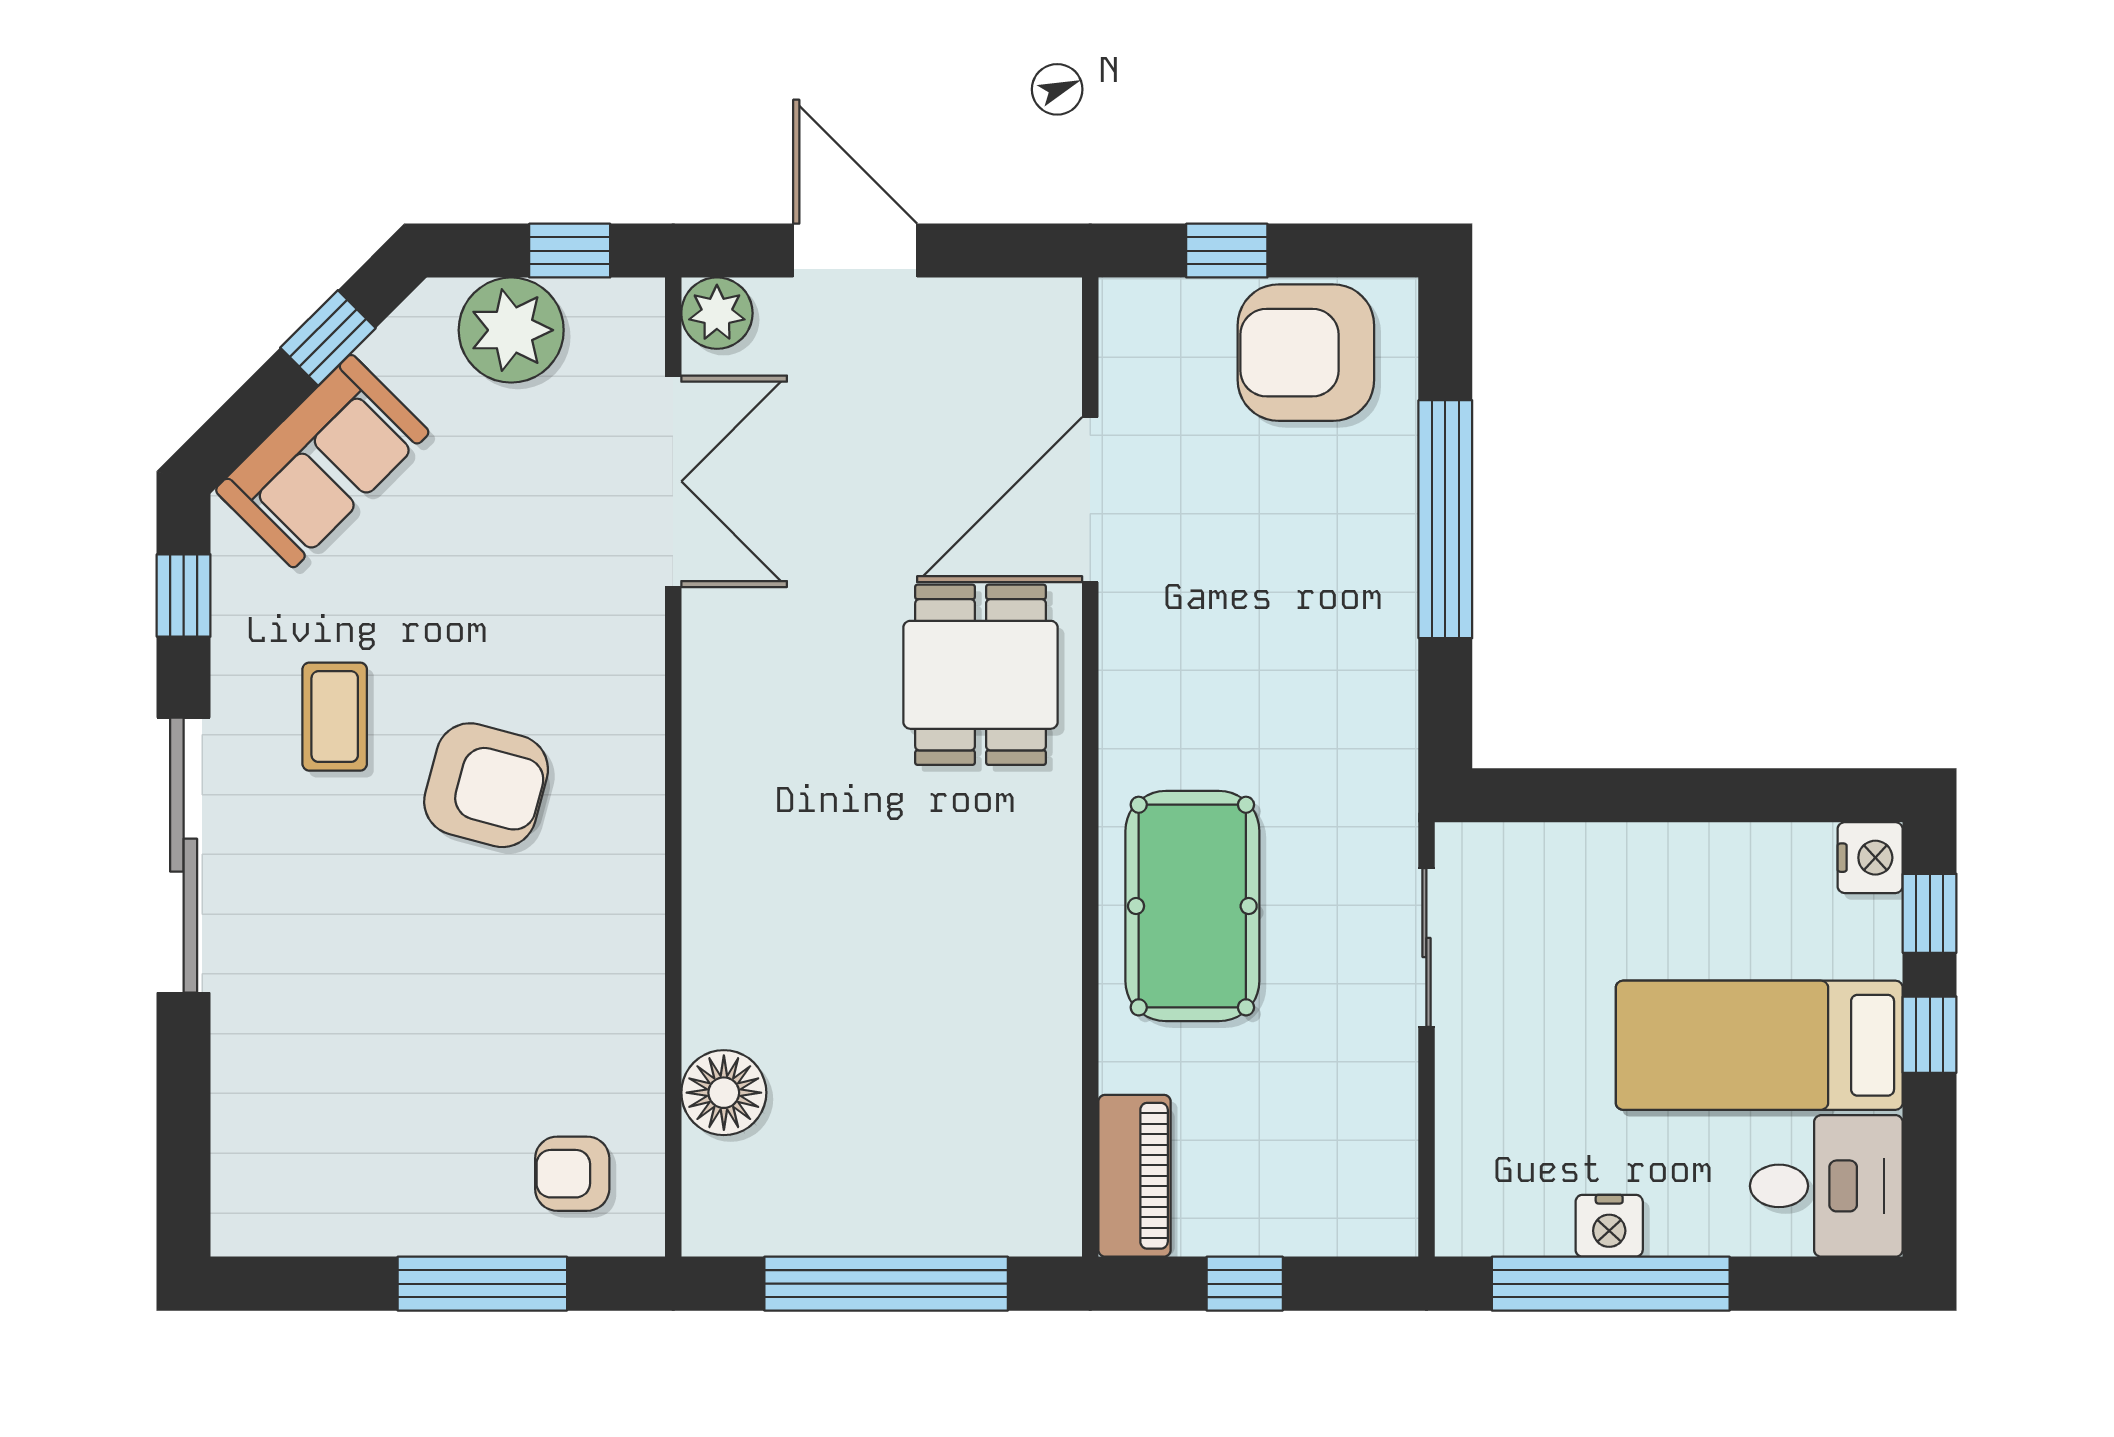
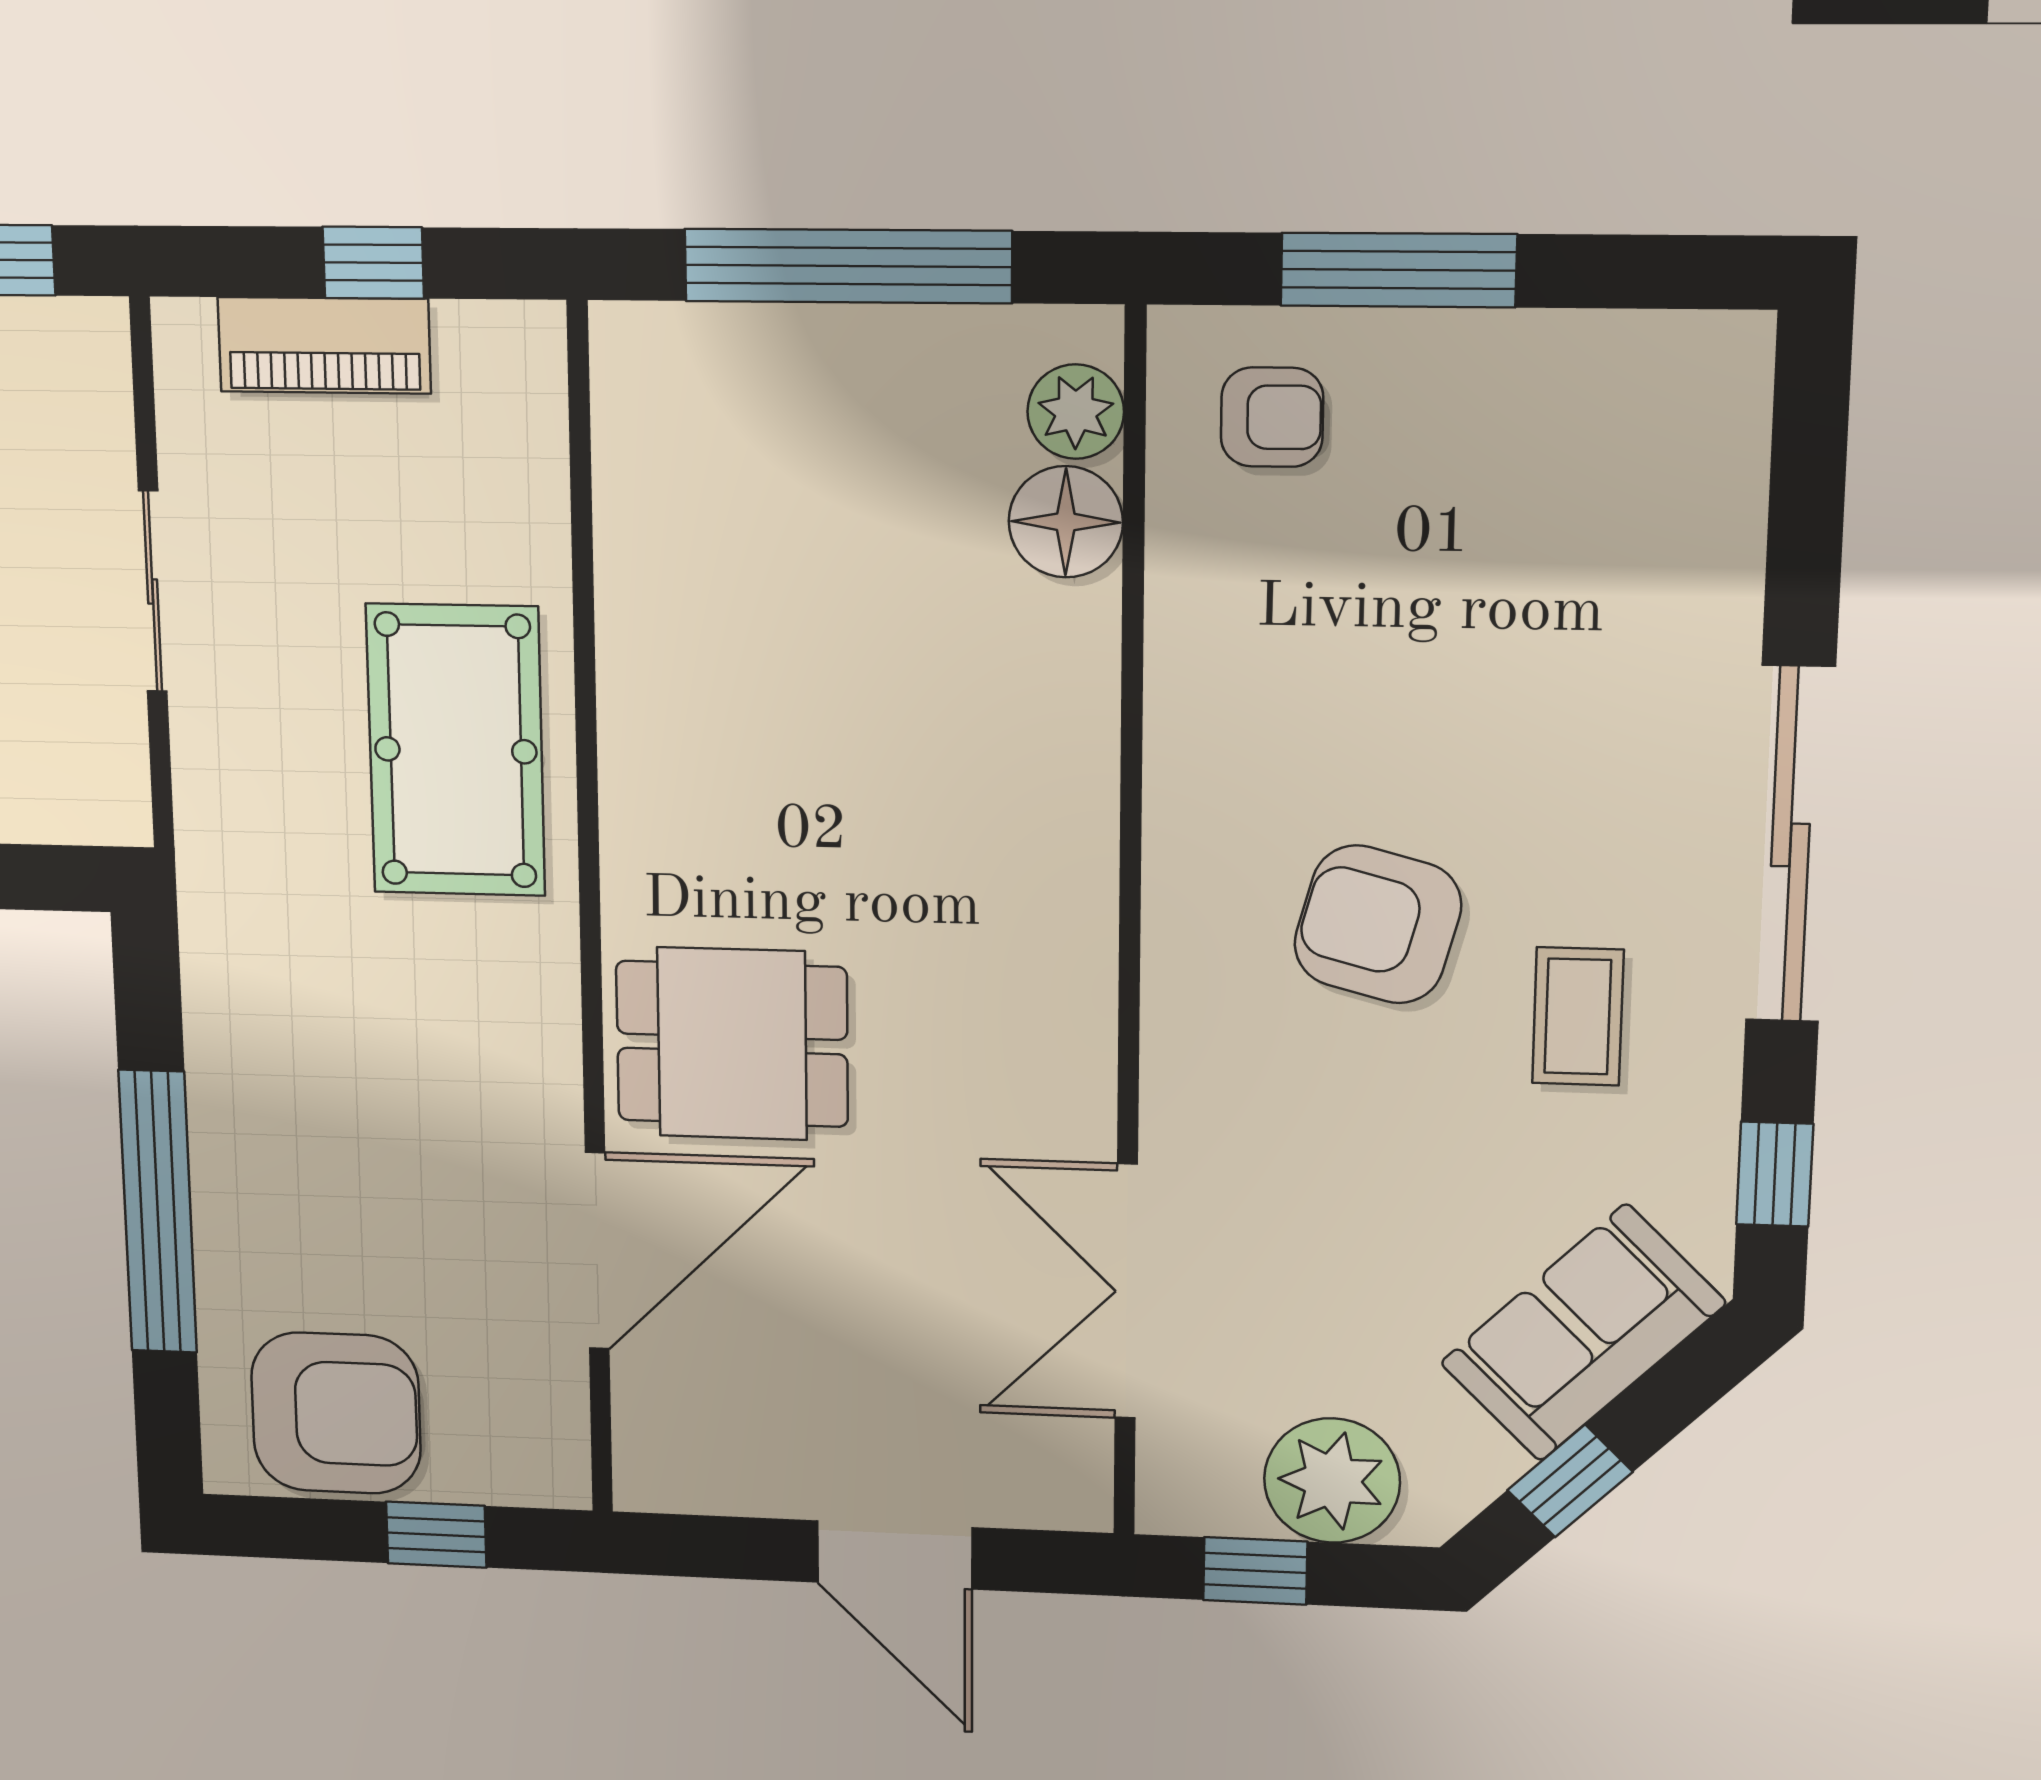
plant: (717, 313) -> (1076, 412), moved
dining table: (981, 675) -> (732, 1044), turned 90
sliding door: (1426, 948) -> (153, 591), moved
piano: (1134, 1176) -> (324, 345), moved, turned -90

